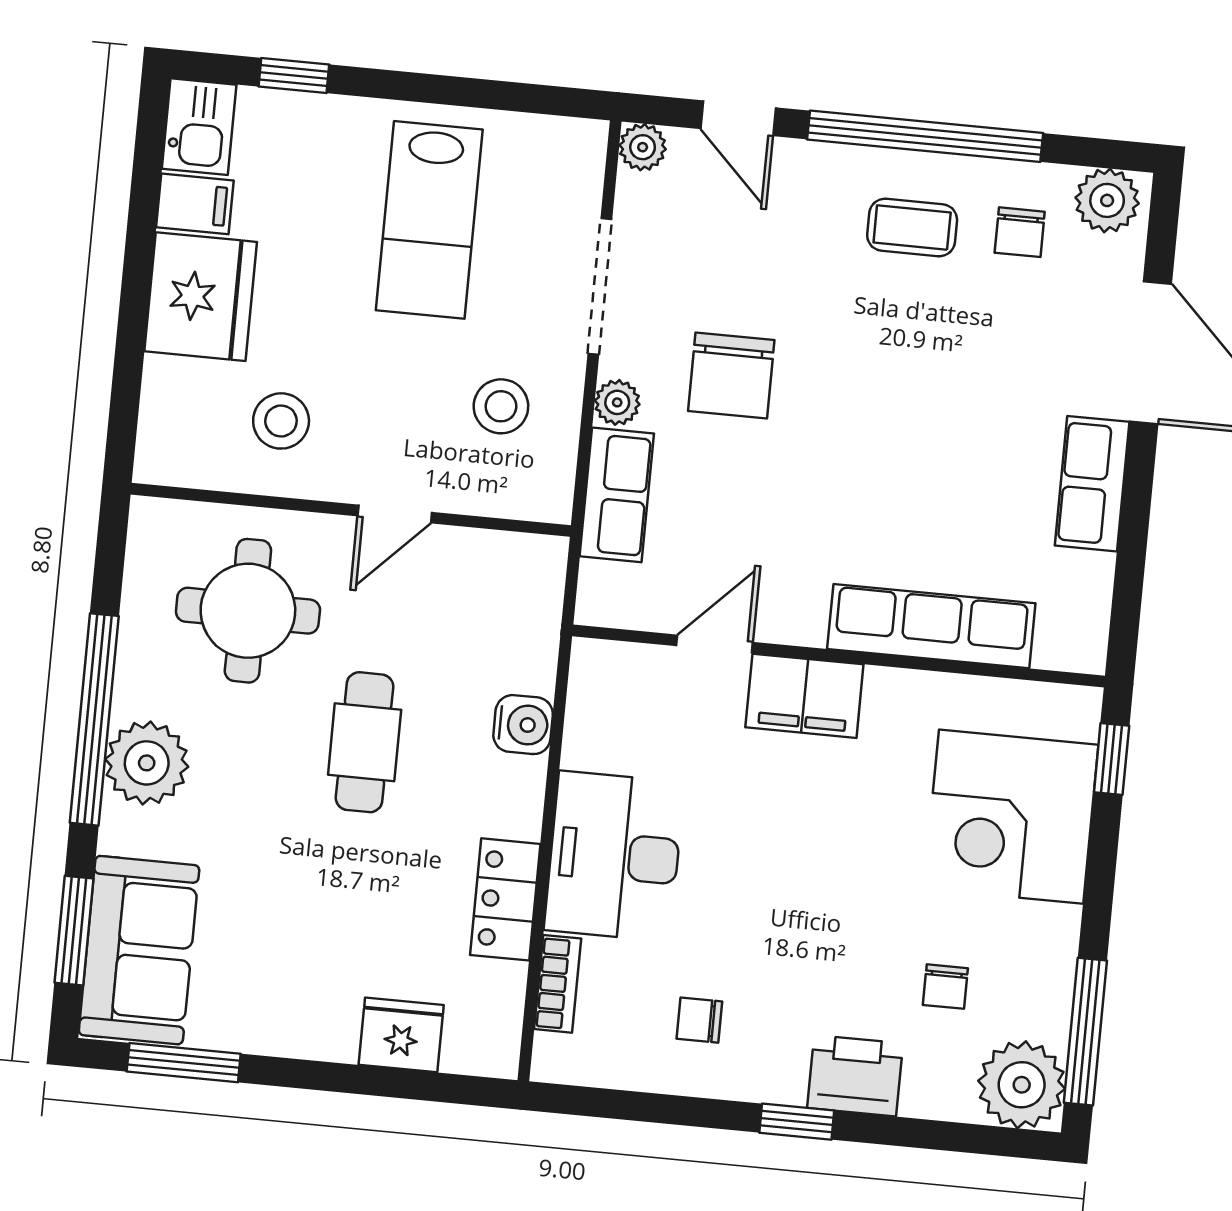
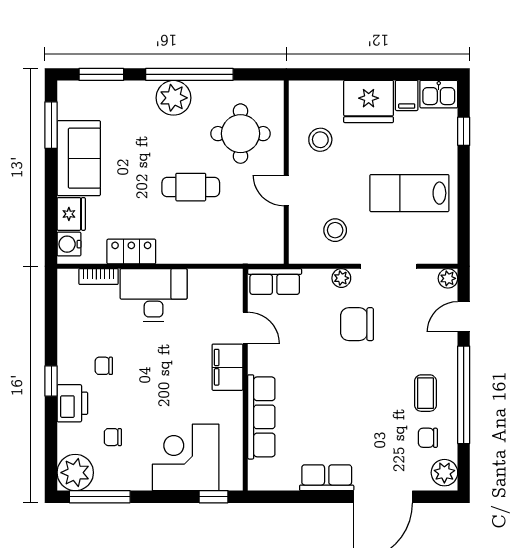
row of seats: (617, 495) -> (275, 282), moved
water cooler: (523, 725) -> (69, 244), moved, turned 90
sofa: (139, 950) -> (79, 158), moved, turned -90
chair: (699, 1020) -> (104, 366), moved, turned -90

